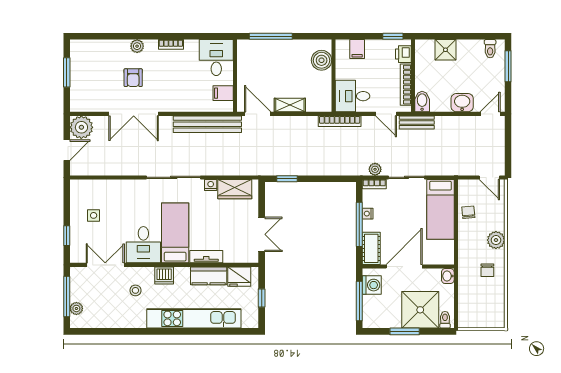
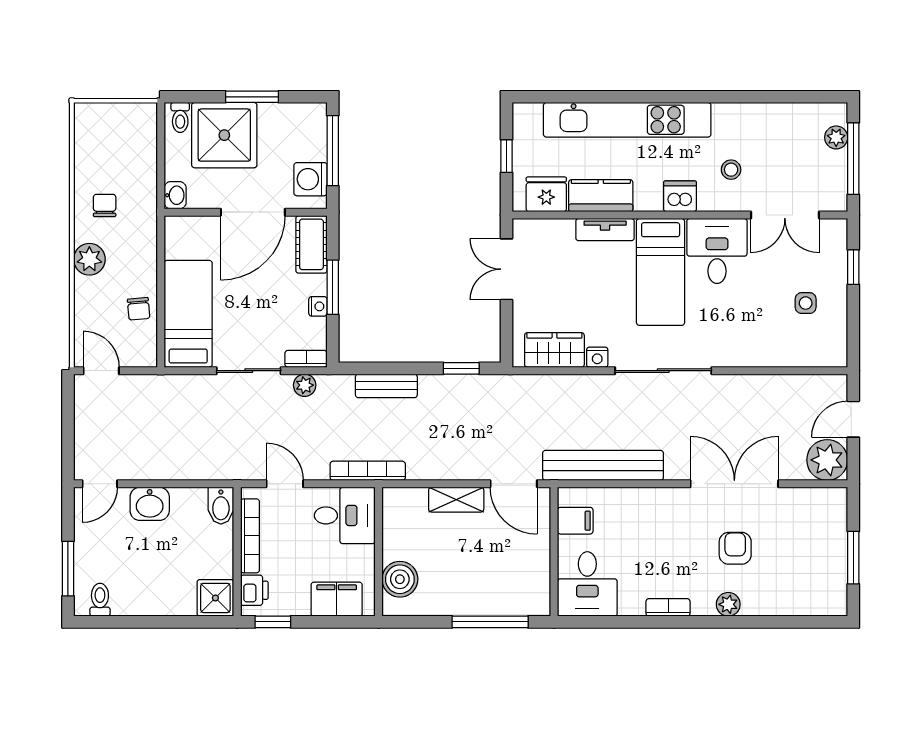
filing cabinet: (357, 49) -> (337, 599), width x2.00
shower: (445, 50) -> (215, 598), moved
bench: (417, 122) -> (386, 386), moved
window: (359, 224) -> (333, 287), width x0.69

